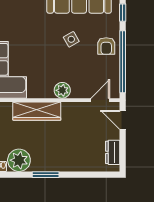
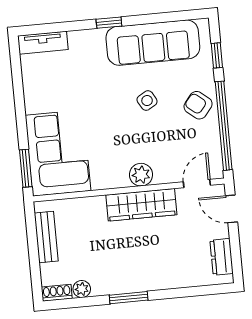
armchair: (106, 46) -> (198, 105), turned 129
wardrobe: (37, 111) -> (141, 205), moved
plant: (19, 160) -> (82, 289), width x0.53, depth x0.53

